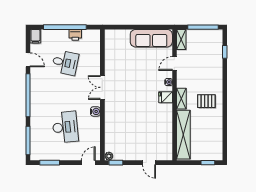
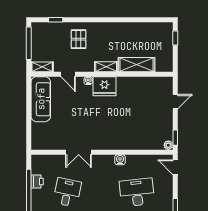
double door: (102, 87) -> (79, 152), moved
fridge: (166, 97) -> (105, 86), width x1.88, depth x1.34
pallet: (206, 101) -> (79, 39), moved
shelving: (183, 135) -> (137, 65), width x0.68

